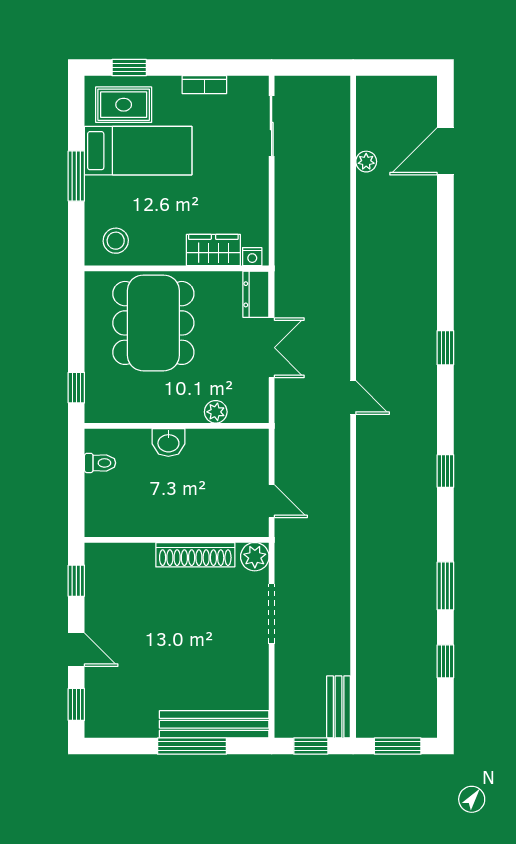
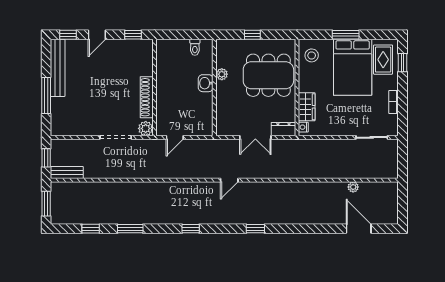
bed: (138, 151) -> (353, 67), width x1.50
window: (76, 388) -> (252, 35), moved
plant: (216, 412) -> (222, 74), moved
bench: (214, 724) -> (58, 68), moved

